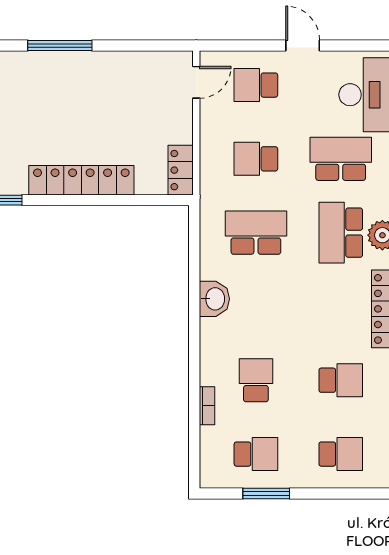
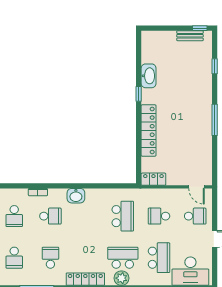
school desk: (256, 85) -> (195, 216), turned 90
school desk: (256, 159) -> (159, 216), turned -90
washbasin: (214, 299) -> (76, 196), moved
school desk: (341, 380) -> (50, 258), turned 180

